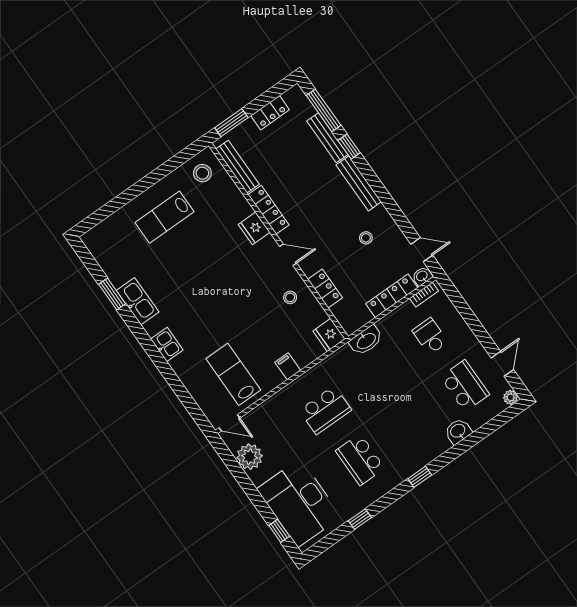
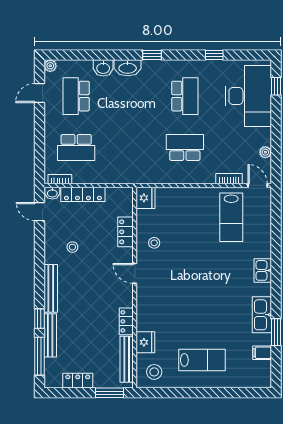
locker: (268, 210) -> (126, 321), width x0.66
fridge: (254, 228) -> (145, 342), moved
school desk: (430, 336) -> (76, 147), width x1.85
washbasin: (366, 341) -> (128, 68), moved, turned 180
filing cabinet: (288, 366) -> (262, 353), moved, turned 90
bookcase: (262, 410) -> (229, 179), added
plant: (250, 457) -> (265, 152), width x0.53, depth x0.53

